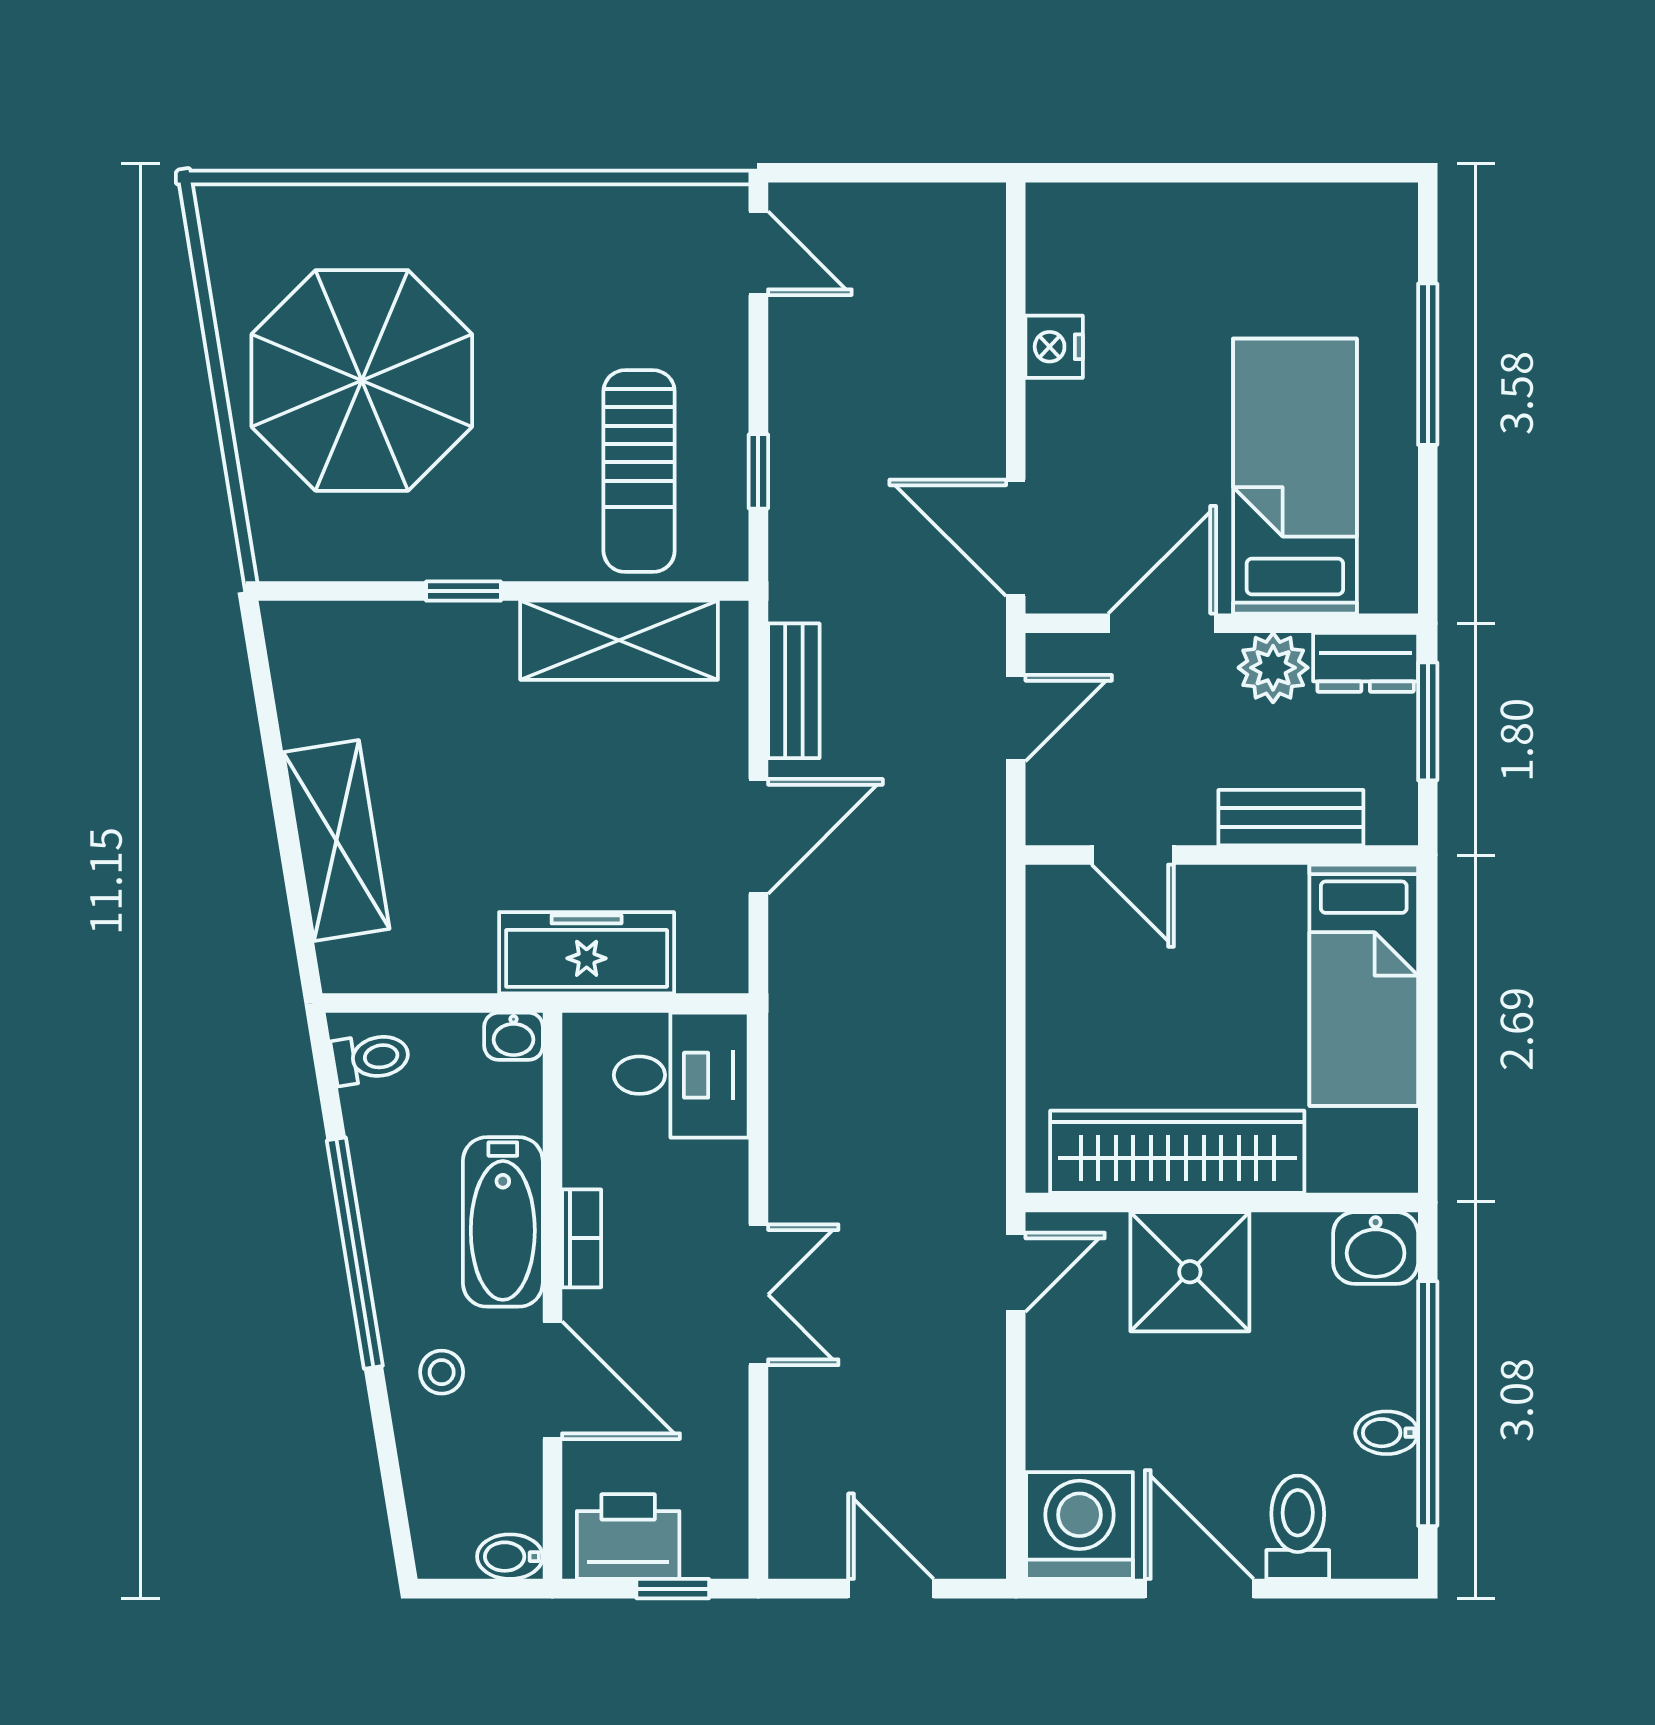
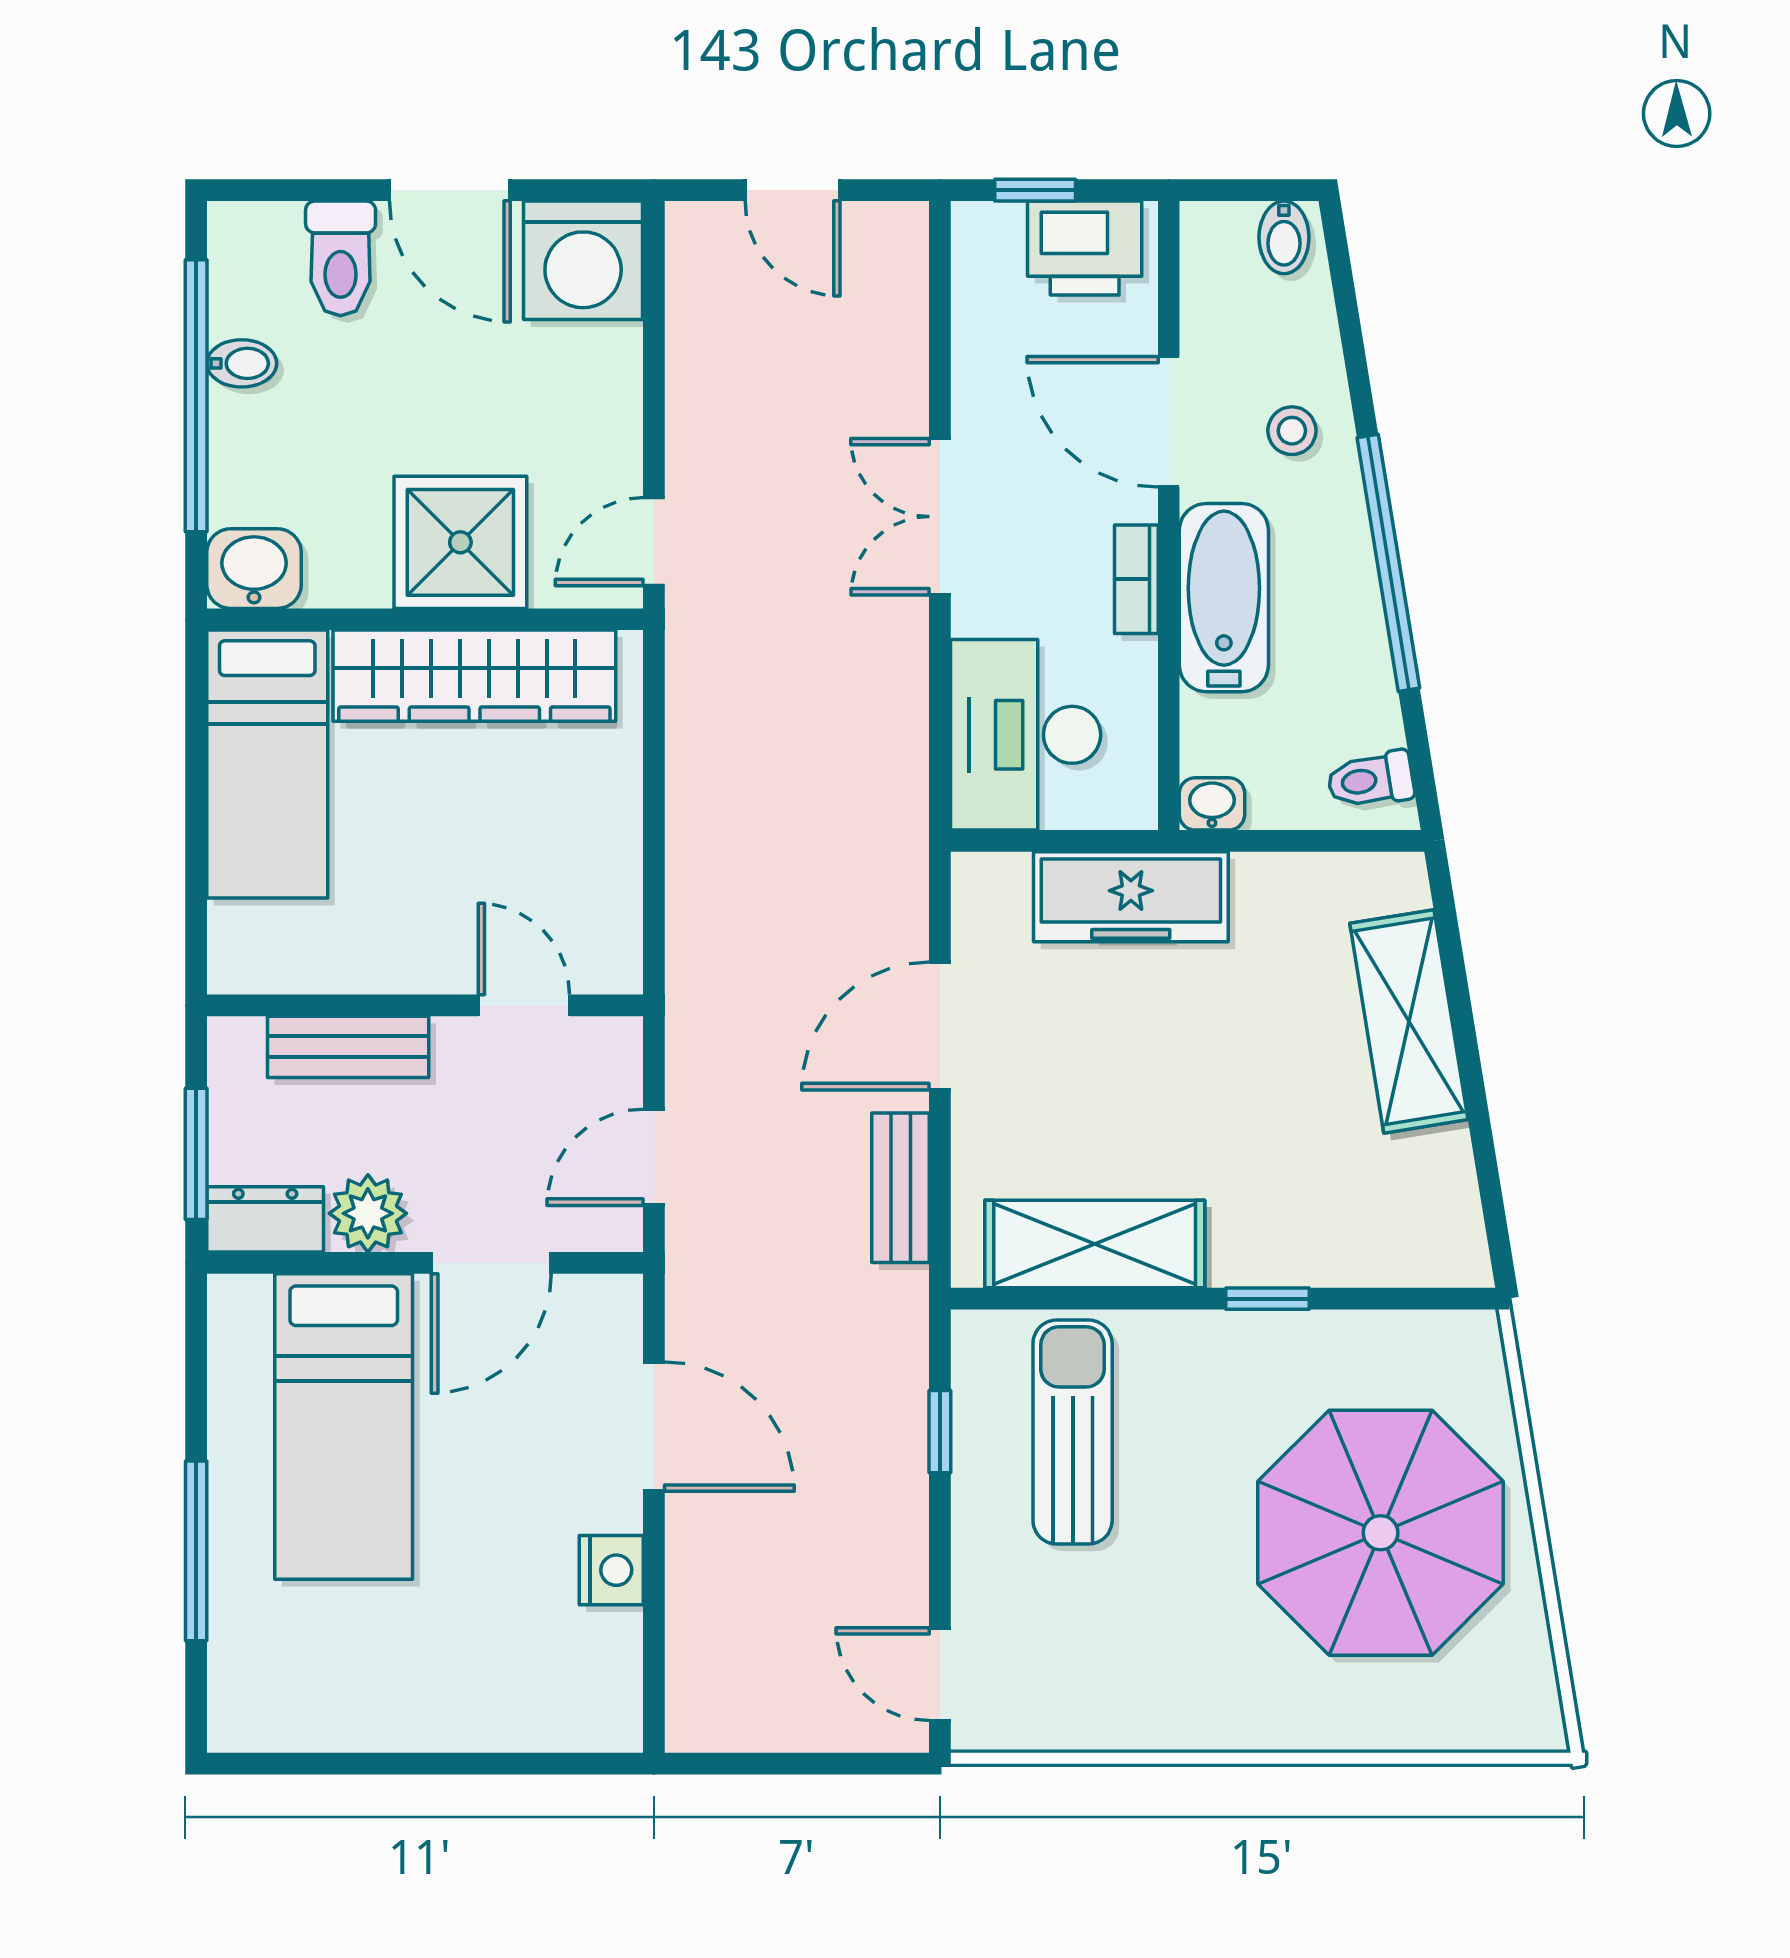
door: (1016, 538) -> (654, 1427), moved
bed: (1364, 985) -> (267, 764), moved, turned 180
desk: (681, 1075) -> (1026, 735), width x1.37
bidet: (510, 1557) -> (1284, 237), moved, turned 90

